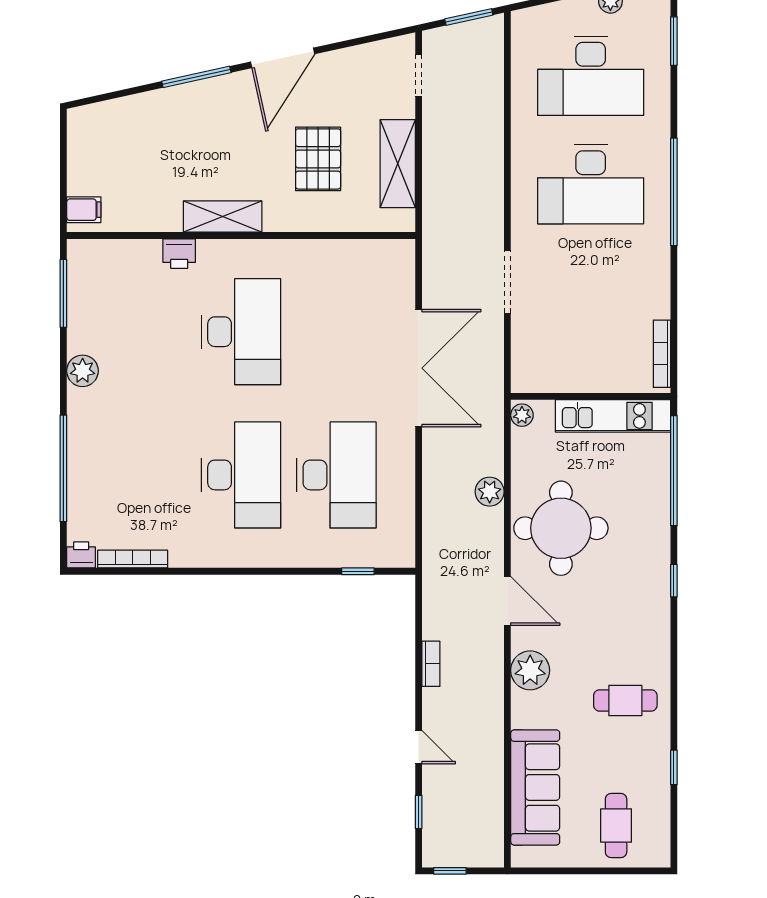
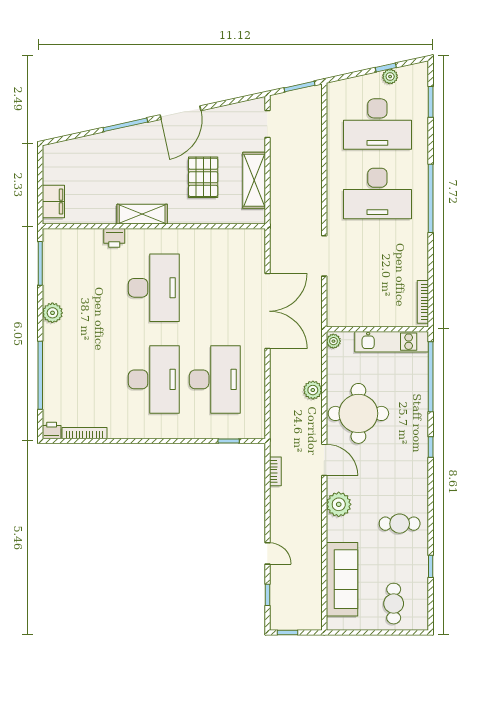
filing cabinet: (84, 210) -> (53, 202), width x2.00
bookcase: (431, 664) -> (275, 471), moved

